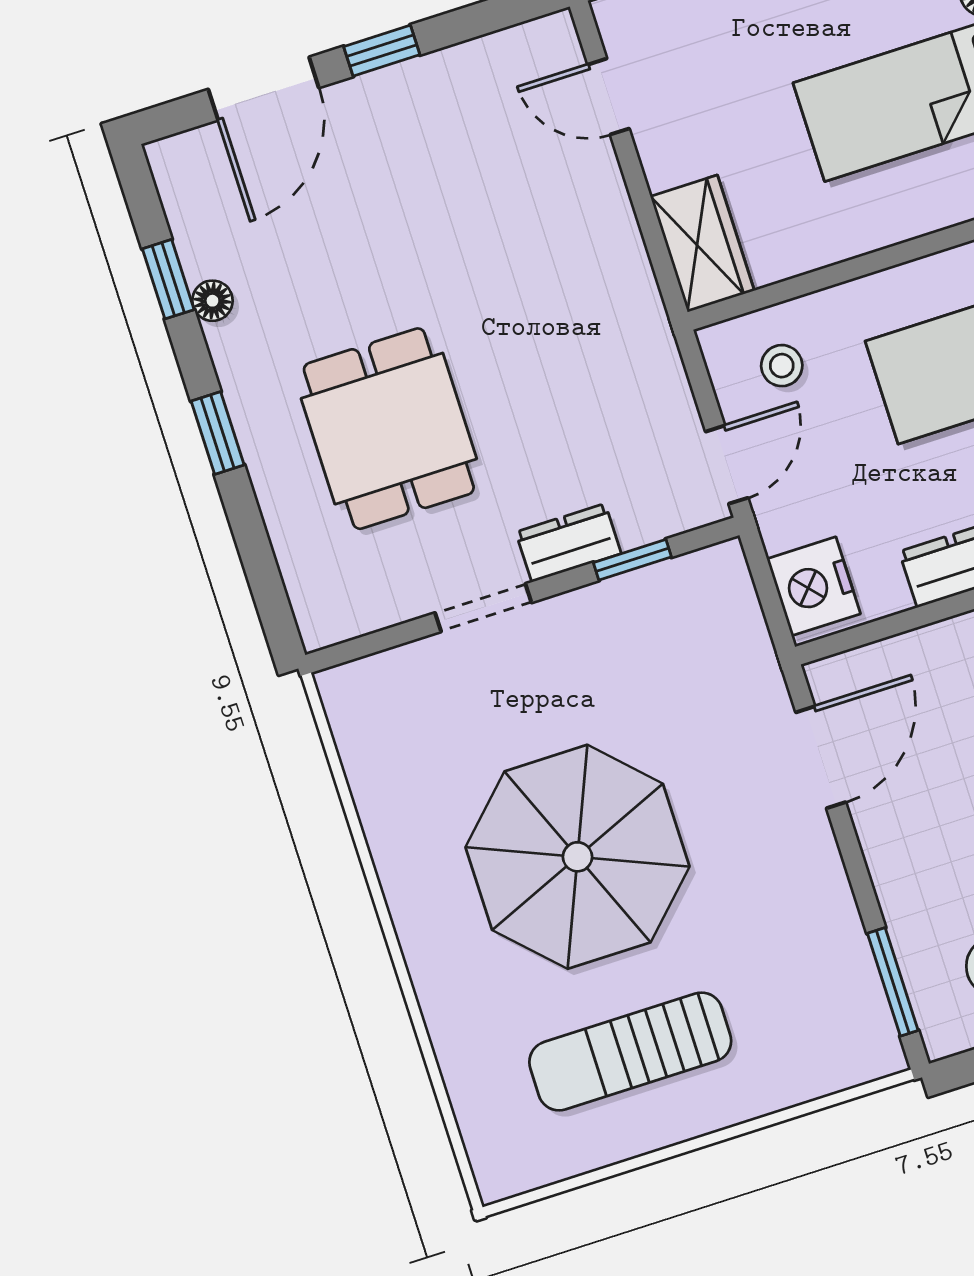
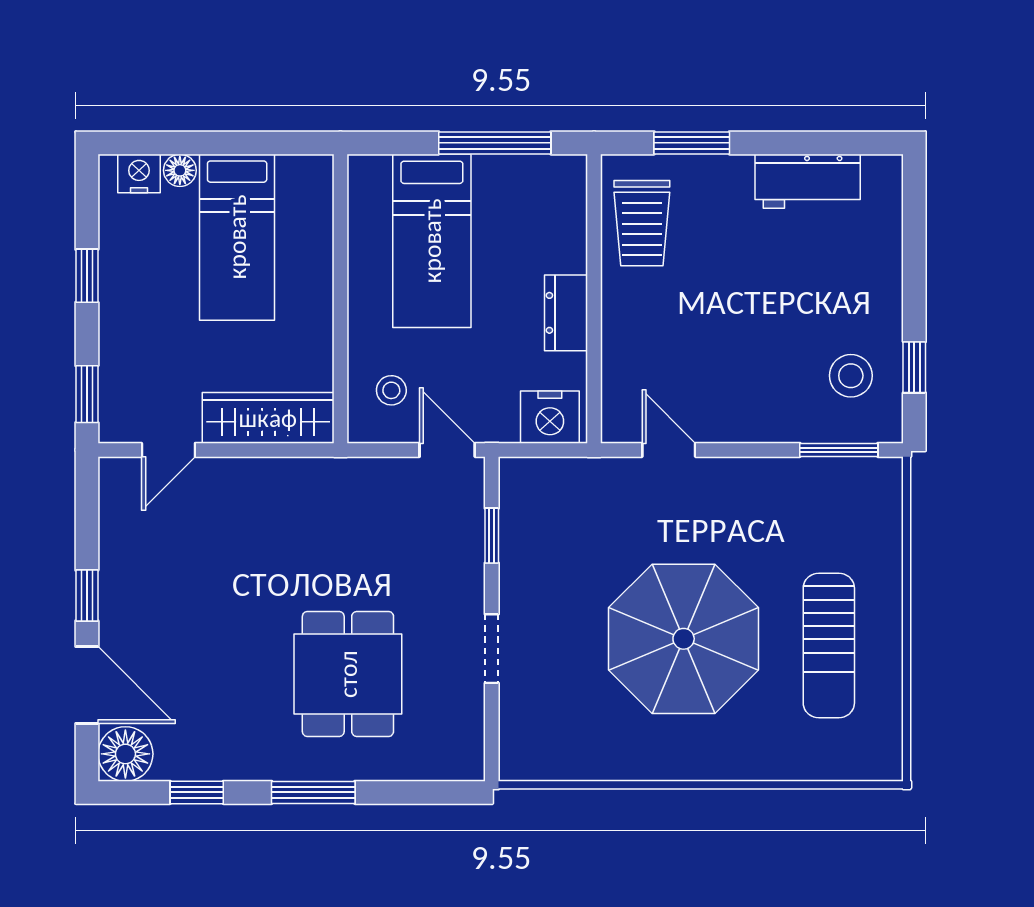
wardrobe: (702, 244) -> (268, 418), width x1.50
floor lamp: (212, 301) -> (125, 754), moved, width x1.89, depth x1.89
dining table: (389, 429) -> (348, 674), turned 90
window: (218, 433) -> (313, 792), width x1.50
dresser: (568, 543) -> (466, 576), removed
door: (821, 757) -> (669, 450), width x0.73

